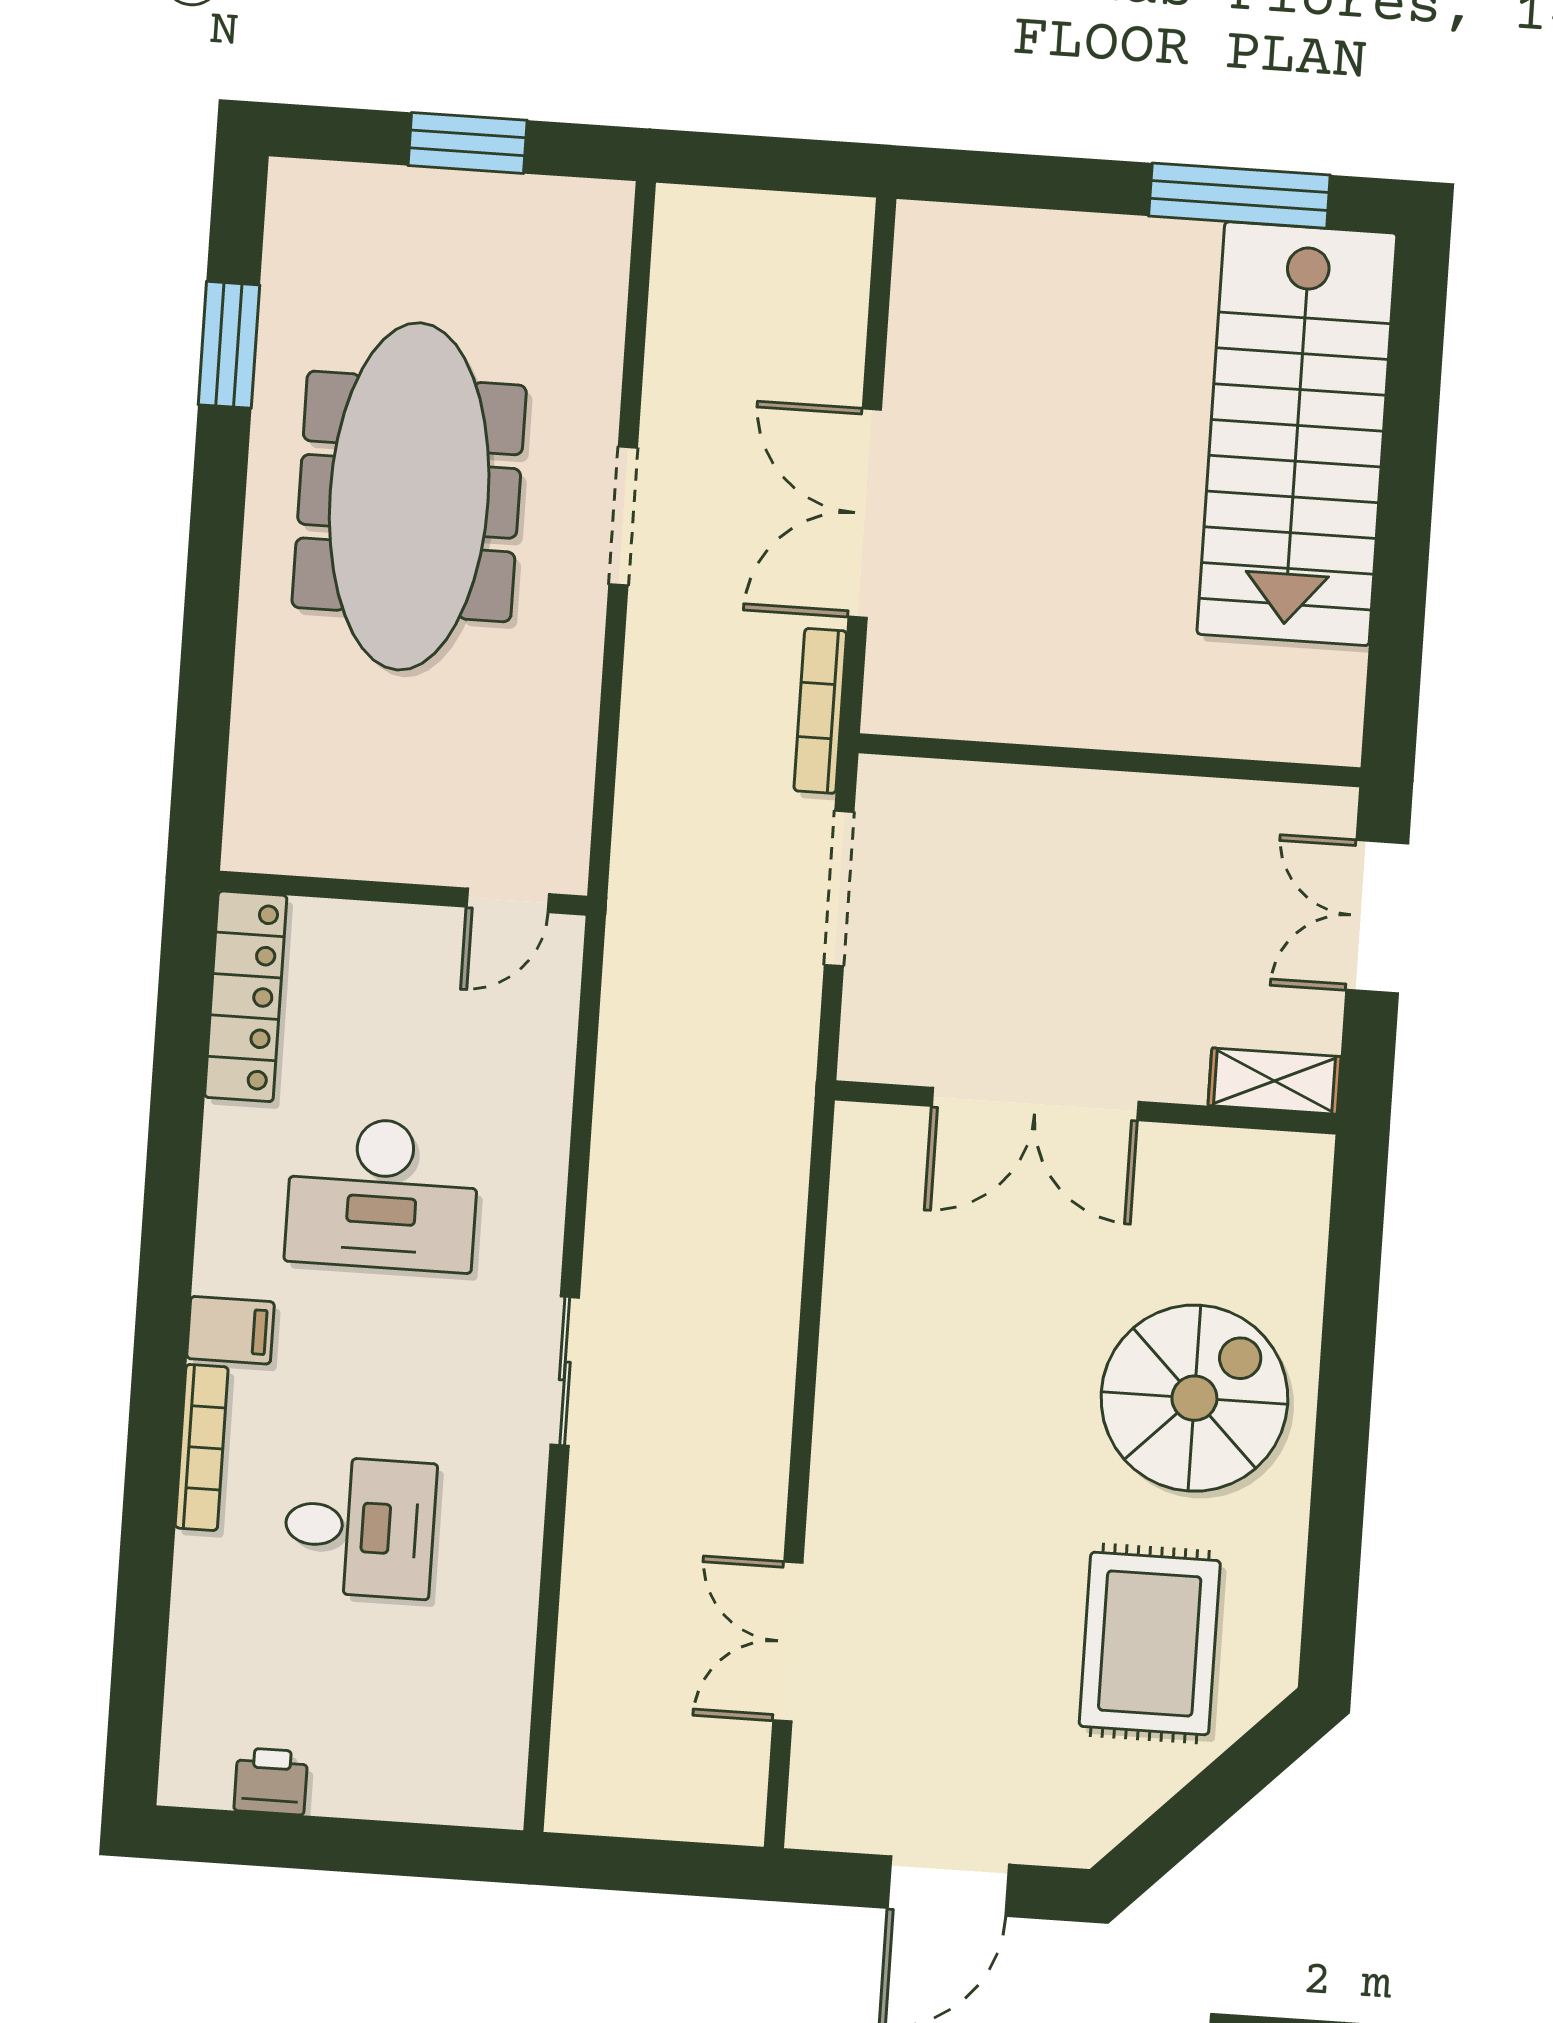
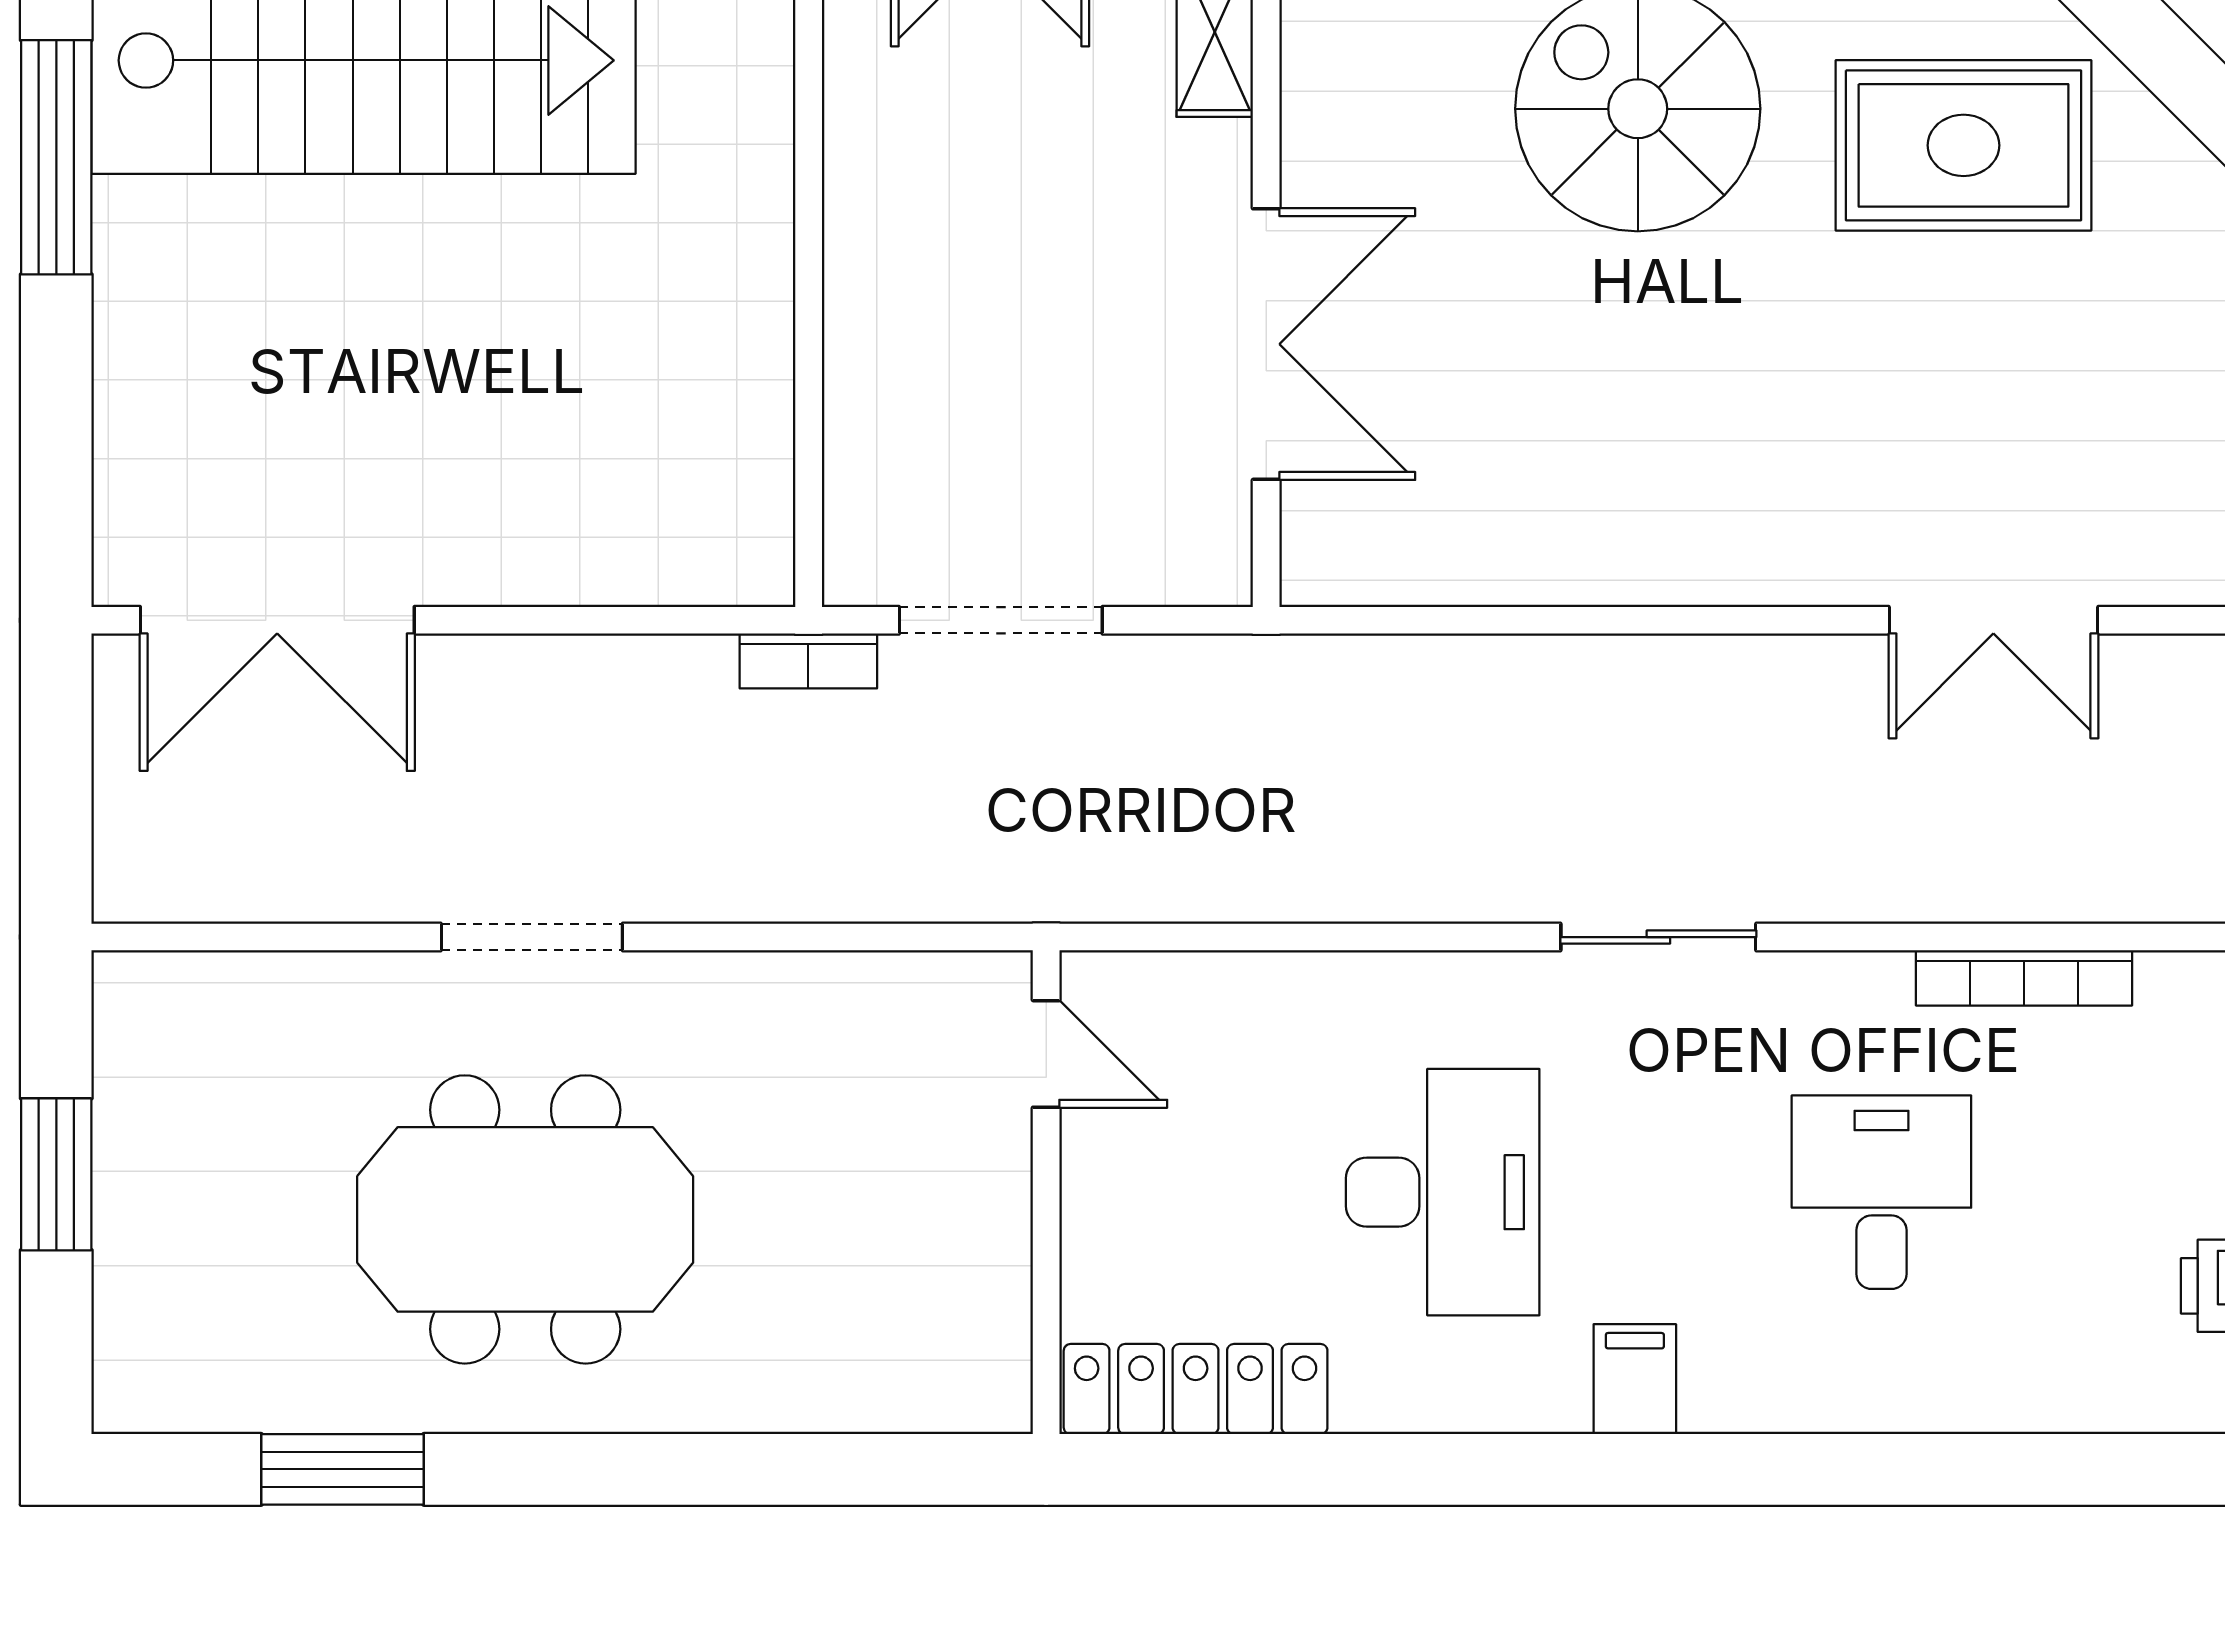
meeting table: (409, 496) -> (525, 1219), width x0.73
double door: (865, 513) -> (277, 620), moved
bookcase: (820, 711) -> (808, 661), width x0.64
bookcase: (202, 1447) -> (2024, 978), moved, turned 180

